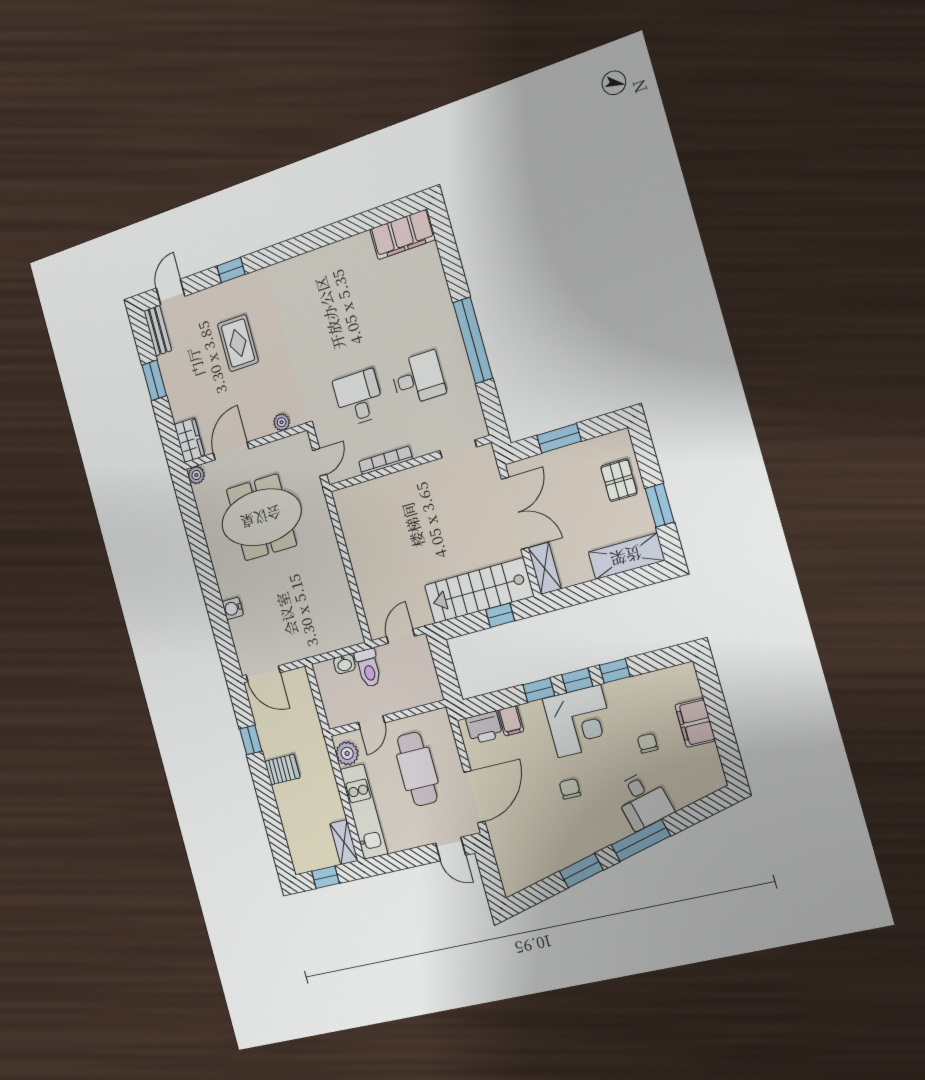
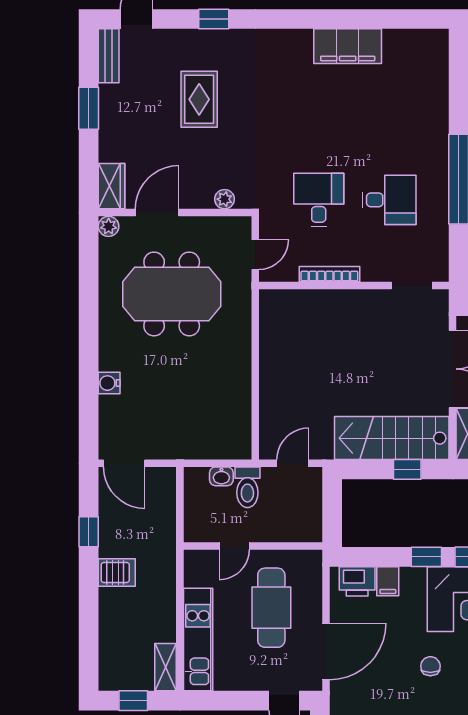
filing cabinet: (403, 234) -> (348, 46), moved
plant: (347, 753) -> (197, 573), removed

